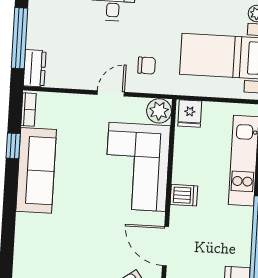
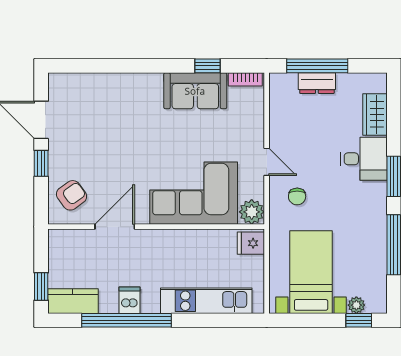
dresser: (35, 68) -> (317, 83), moved
sofa: (36, 170) -> (195, 91), width x0.73
dishwasher: (184, 195) -> (130, 300), moved, turned 180

